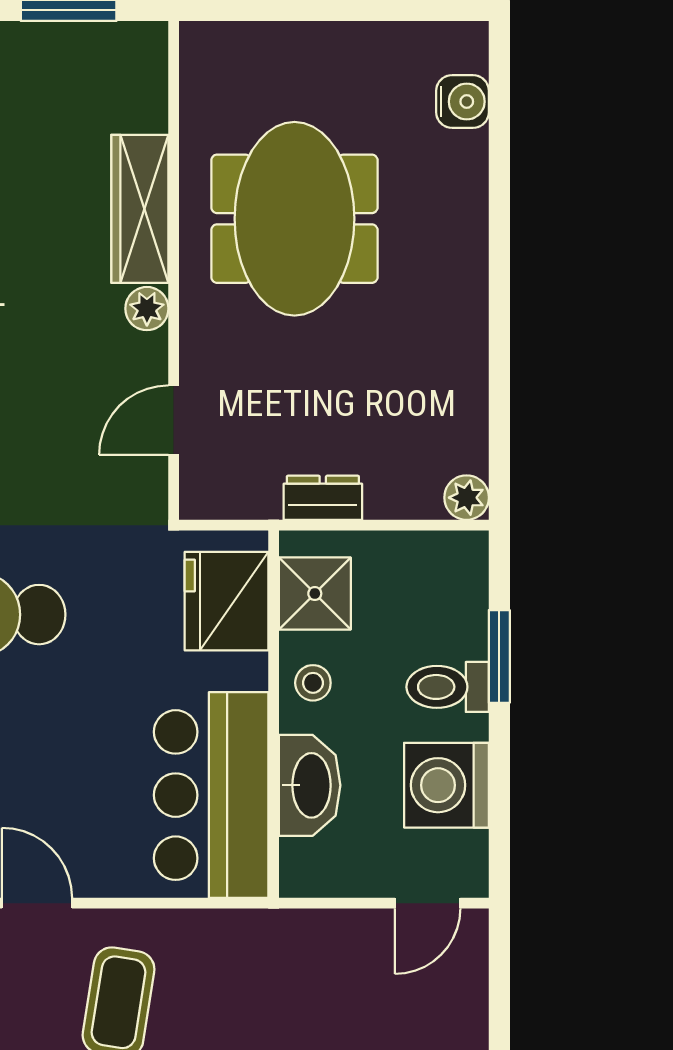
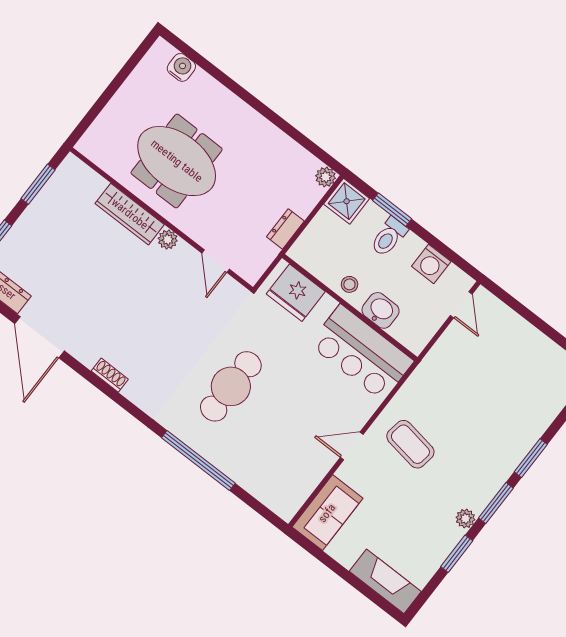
shower: (315, 594) -> (347, 201), moved
washbasin: (310, 785) -> (381, 310), width x0.72
washing machine: (446, 785) -> (431, 264), width x0.73, depth x0.73

